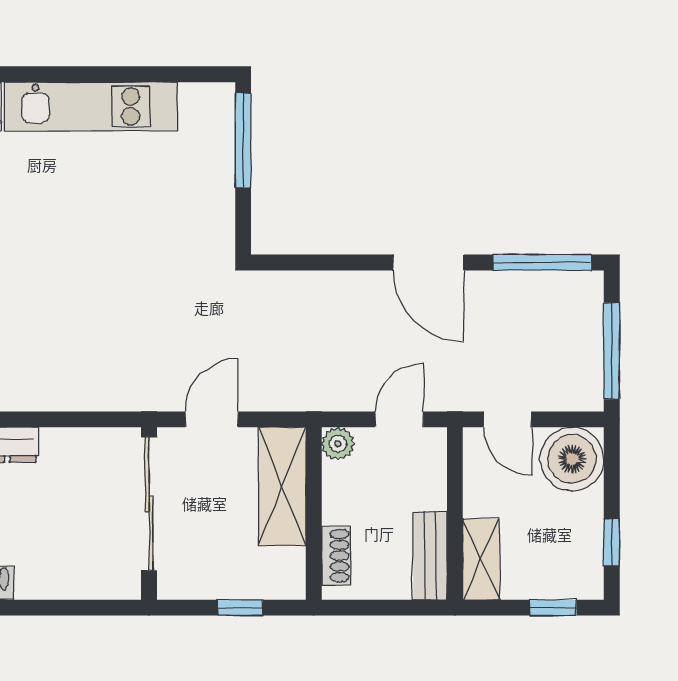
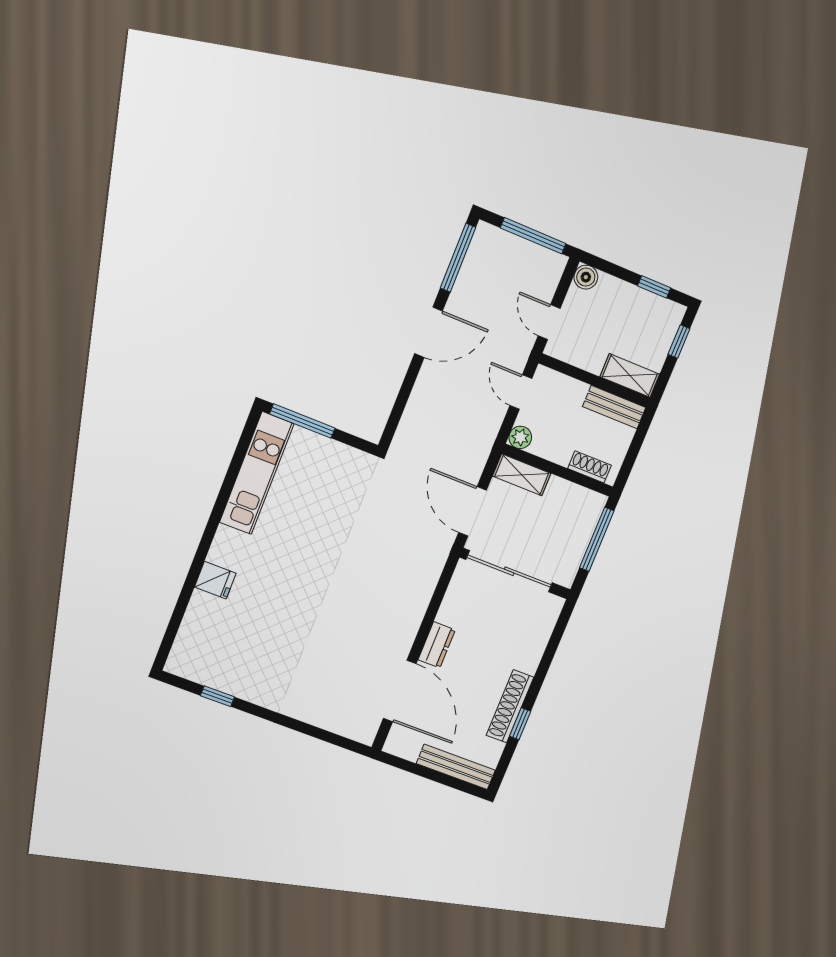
kitchen unit: (91, 106) -> (257, 473), moved
door: (212, 419) -> (472, 511), width x1.38
door: (507, 419) -> (549, 322), swing flipped
boiler: (572, 459) -> (586, 277), width x0.54, depth x0.54
shelving: (282, 486) -> (522, 475), width x0.67, depth x0.75
window: (240, 608) -> (597, 539), width x2.17

